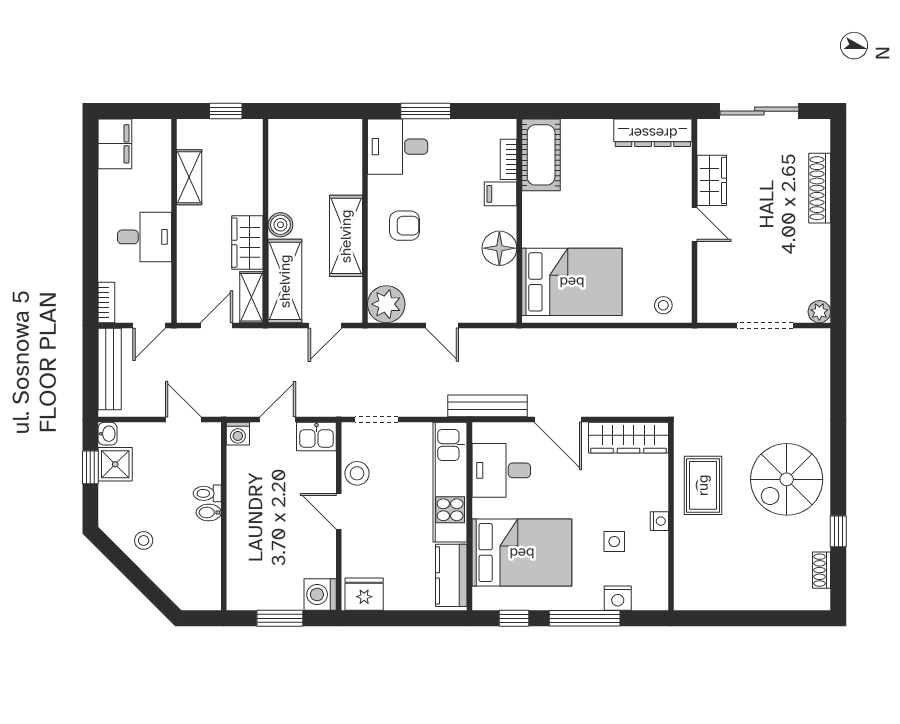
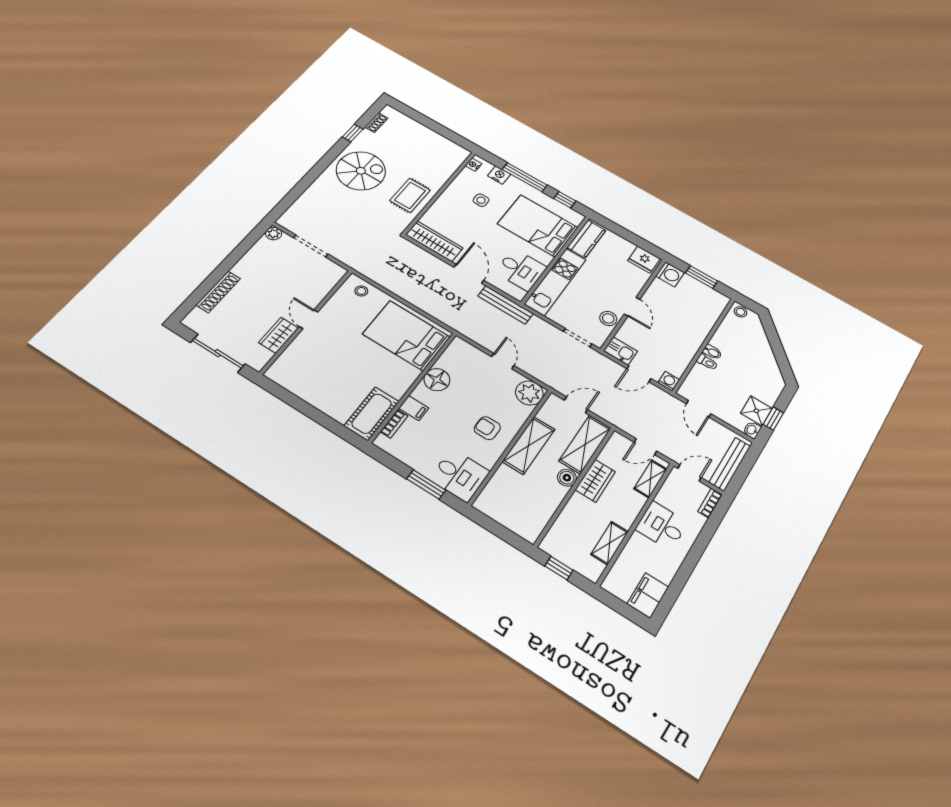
dresser: (653, 133) -> (293, 382), removed
shelving: (251, 297) -> (650, 479), moved
nightstand: (659, 521) -> (473, 165), moved
stool: (144, 540) -> (741, 312), moved

